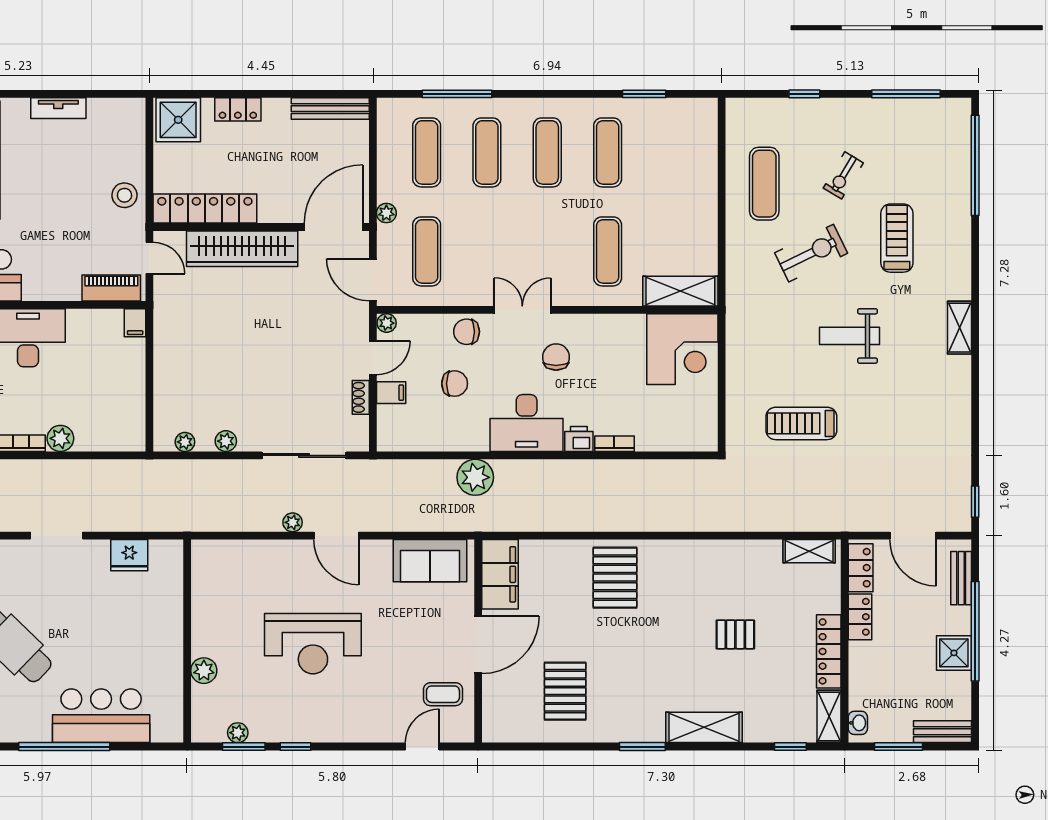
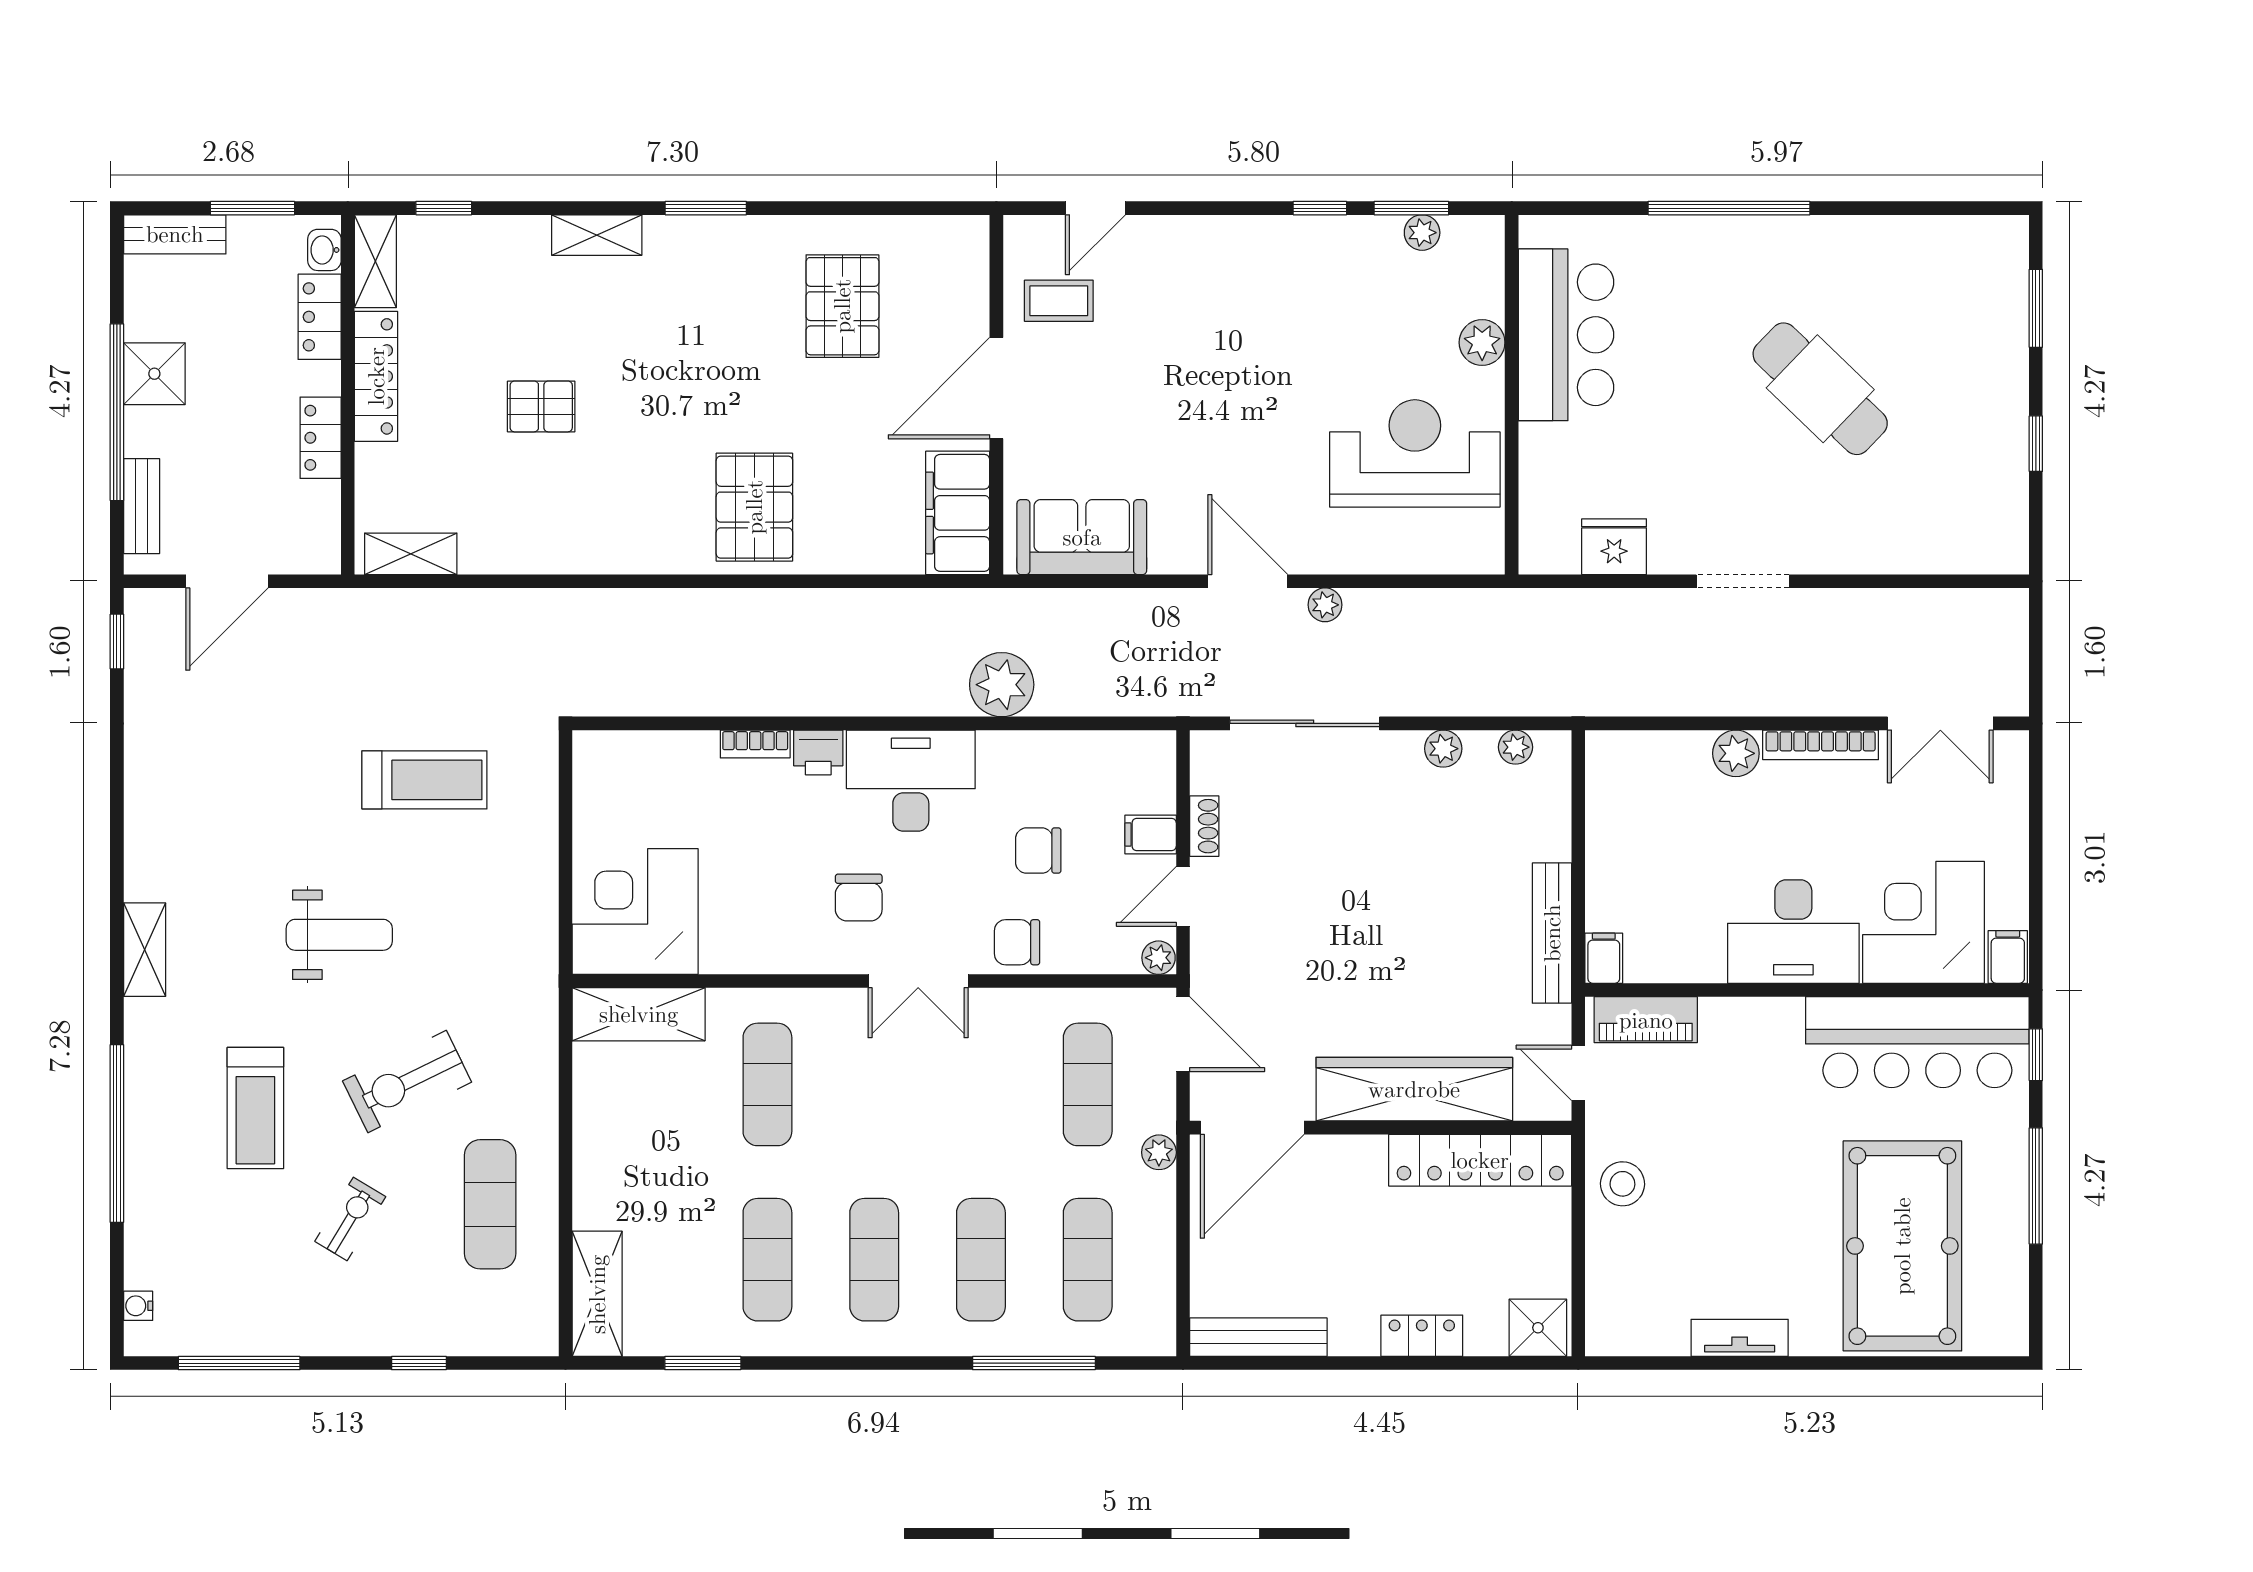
shower: (178, 120) -> (1538, 1328), width x0.73, depth x0.73
water cooler: (963, 126) -> (138, 1306), added
shelving: (704, 133) -> (597, 1294), added
window: (975, 165) -> (117, 1133), moved
chair: (467, 332) -> (1017, 942), turned 180
bench: (164, 337) -> (1552, 933), added
door: (913, 536) -> (227, 581), swing flipped
locker: (861, 568) -> (320, 317), moved
reception desk: (313, 644) -> (1415, 453), moved
bar counter: (101, 716) -> (1566, 335), moved, turned -90
shelving: (704, 727) -> (597, 235), width x0.67, depth x0.75

